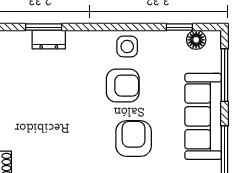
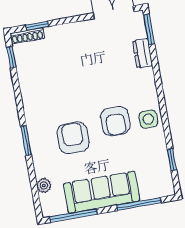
window: (44, 27) -> (149, 29), moved
floor lamp: (196, 40) -> (164, 175), removed
armchair: (134, 139) -> (73, 138), turned -90

